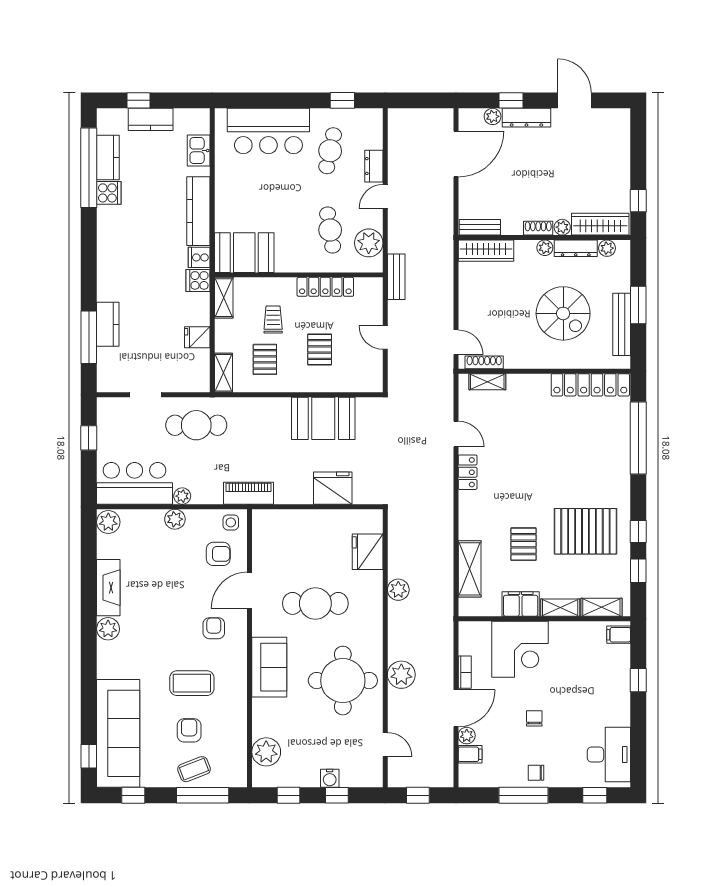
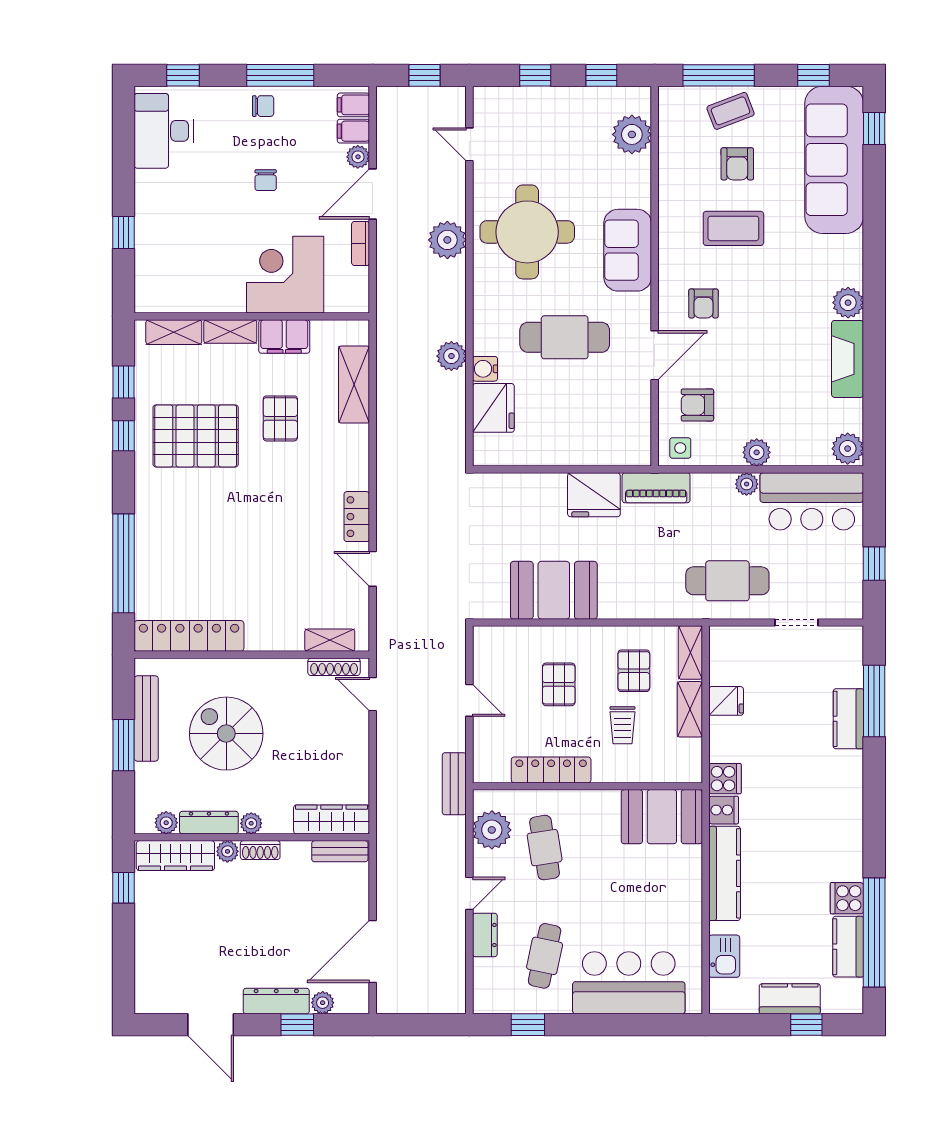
shelving: (224, 298) -> (690, 709), moved
fridge: (333, 488) -> (594, 495), moved
filing cabinet: (619, 635) -> (353, 105), moved, turned 180
water cooler: (330, 778) -> (485, 369), moved, turned -90

